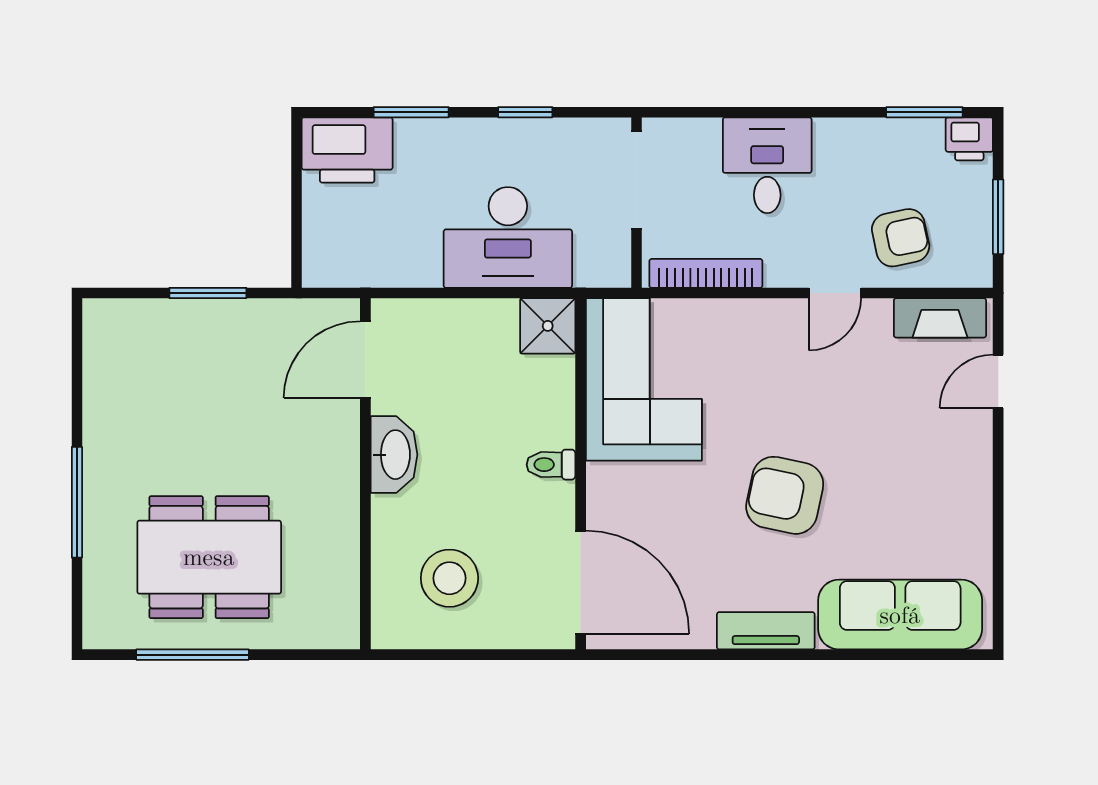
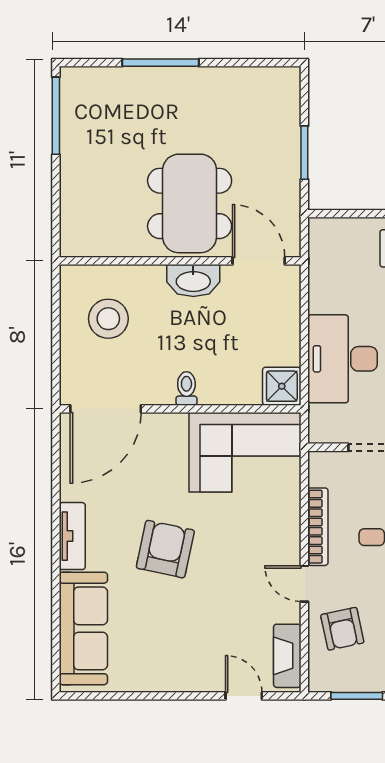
bookcase: (706, 273) -> (318, 527), moved
dining table: (209, 557) -> (190, 203), moved
window: (193, 655) -> (56, 116), moved

